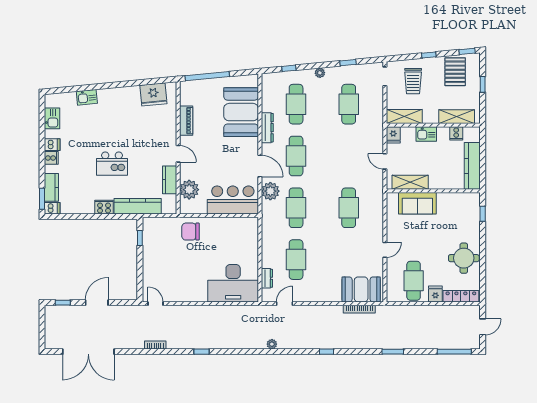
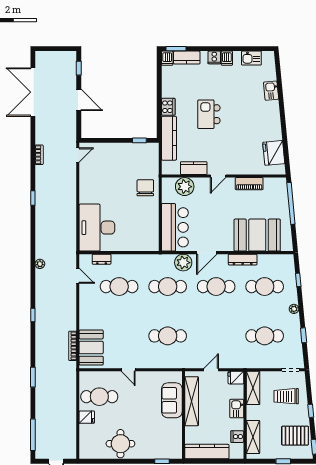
shelving: (410, 182) -> (192, 401), width x1.47
locker: (461, 296) -> (85, 441), removed

